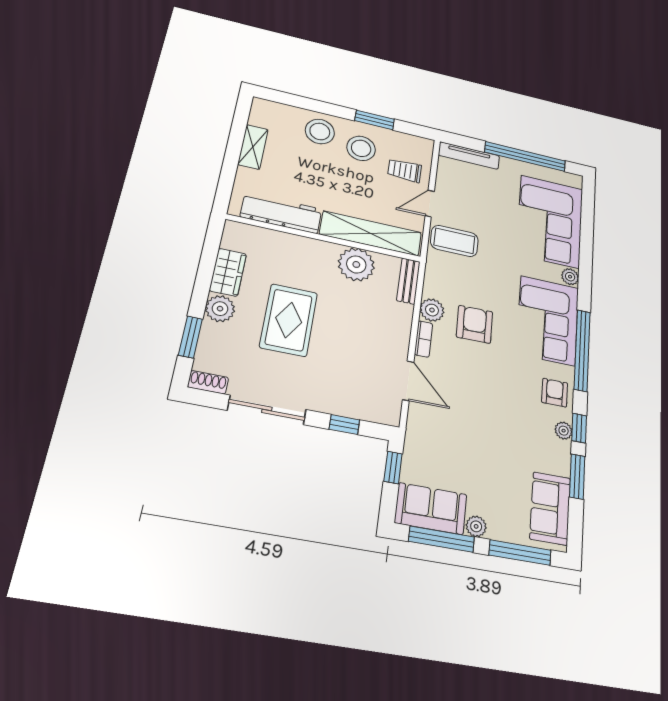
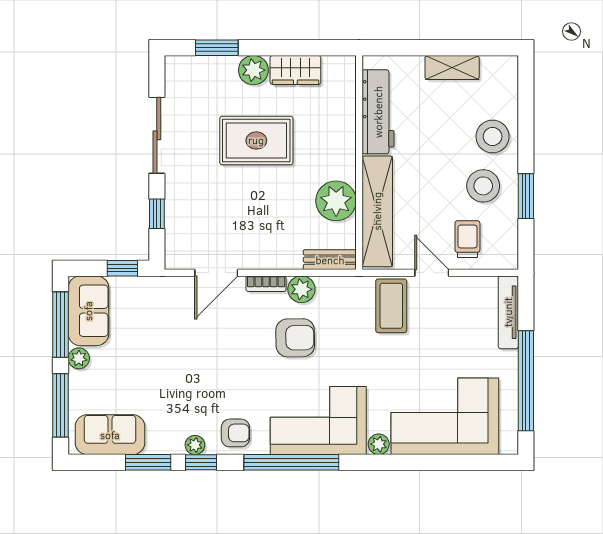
shoe rack: (208, 382) -> (174, 74), removed

